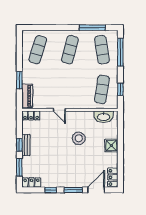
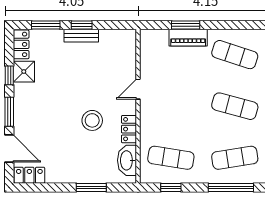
piano: (27, 96) -> (188, 38), moved
locker: (31, 115) -> (129, 129), moved
window: (120, 139) -> (91, 187), added
shower: (111, 146) -> (24, 72), moved

